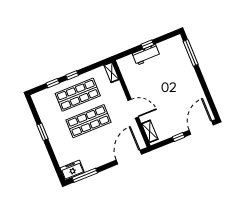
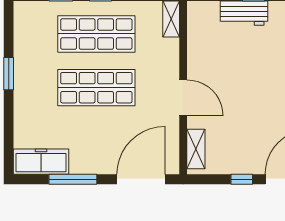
freezer: (72, 170) -> (41, 162), width x1.40
window: (85, 175) -> (73, 179), moved

